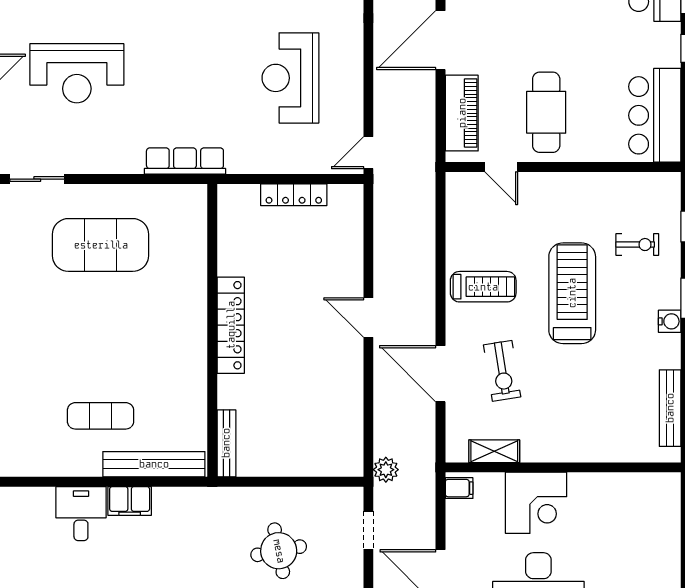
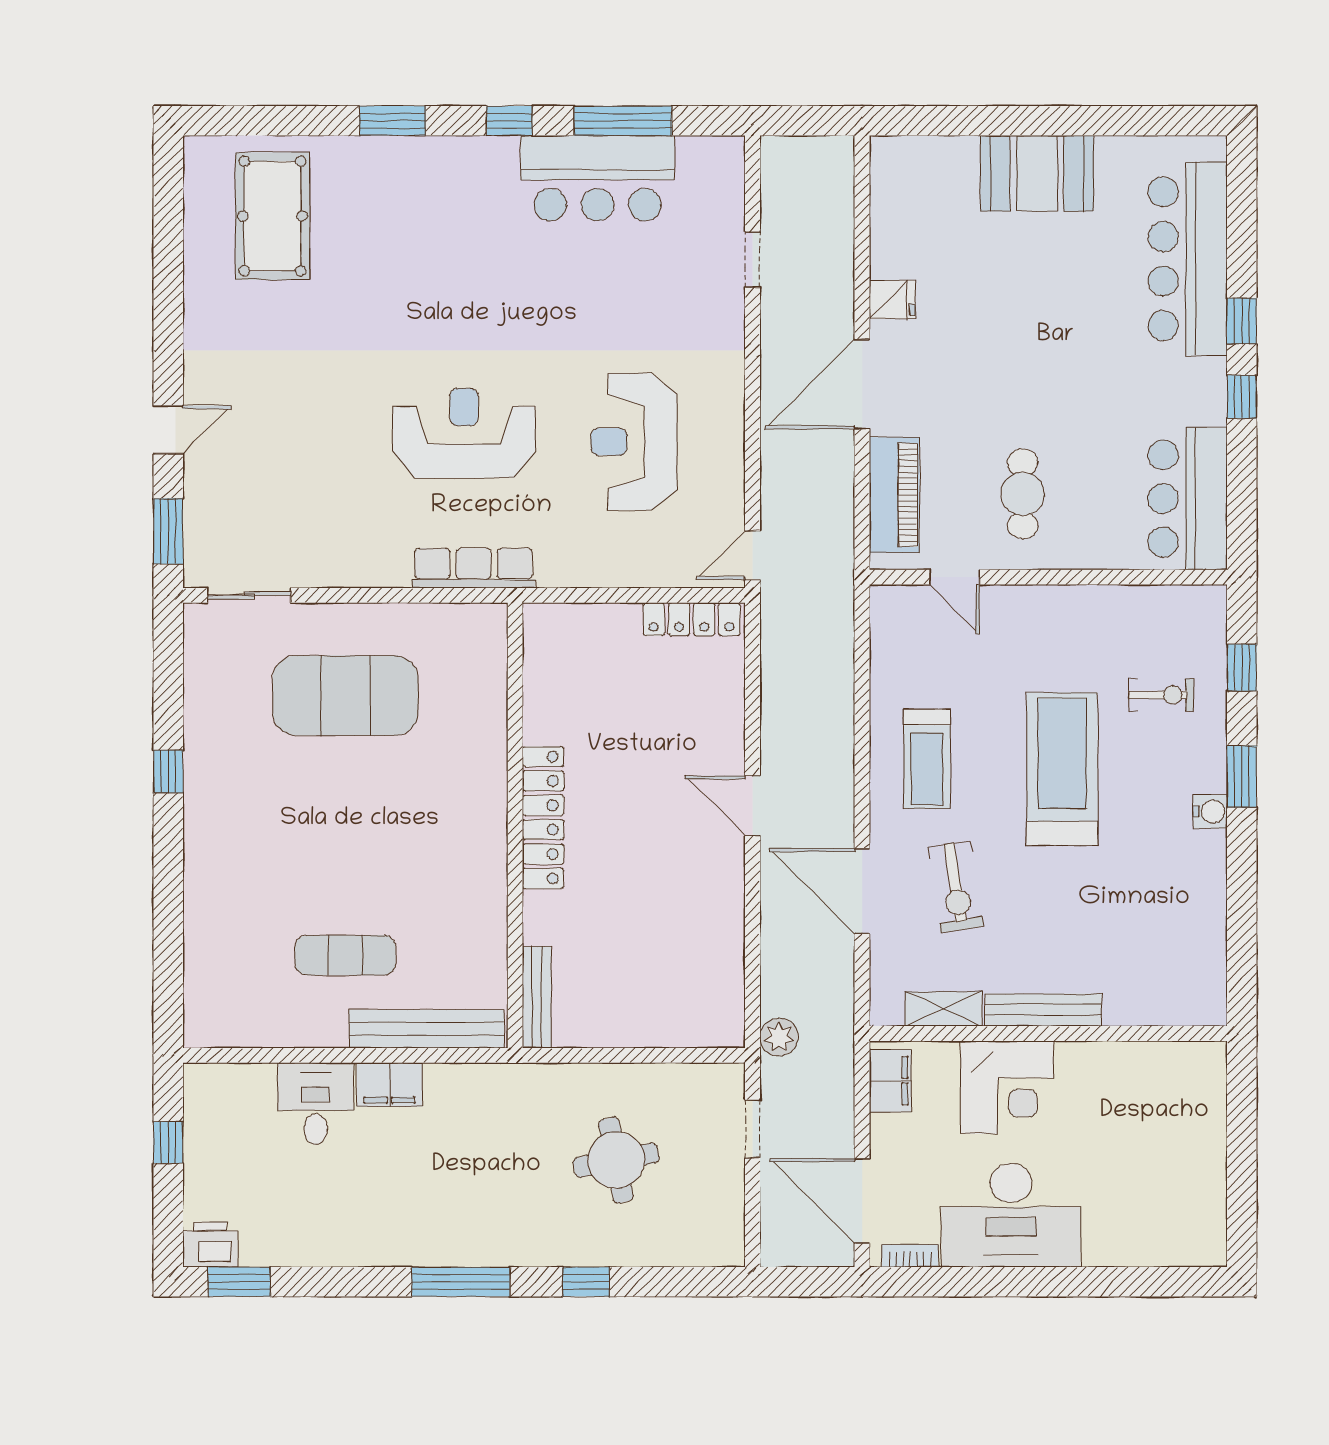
reception desk: (77, 73) -> (464, 433), moved, turned 180
cafe table: (546, 112) -> (1023, 494), width x0.73, depth x0.74
locker: (294, 195) -> (692, 619), moved
treadmill: (483, 287) -> (927, 759), turned 90
bench: (670, 408) -> (1043, 1010), moved, turned 90
filing cabinet: (459, 488) -> (890, 1081), width x2.00

